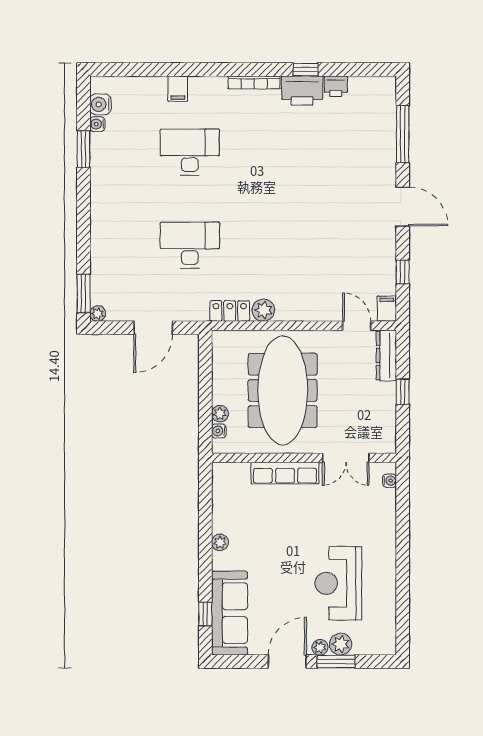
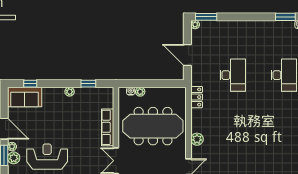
plant: (263, 310) -> (197, 139), moved
window: (205, 508) -> (88, 84), added
sofa: (230, 613) -> (25, 97), width x0.73

